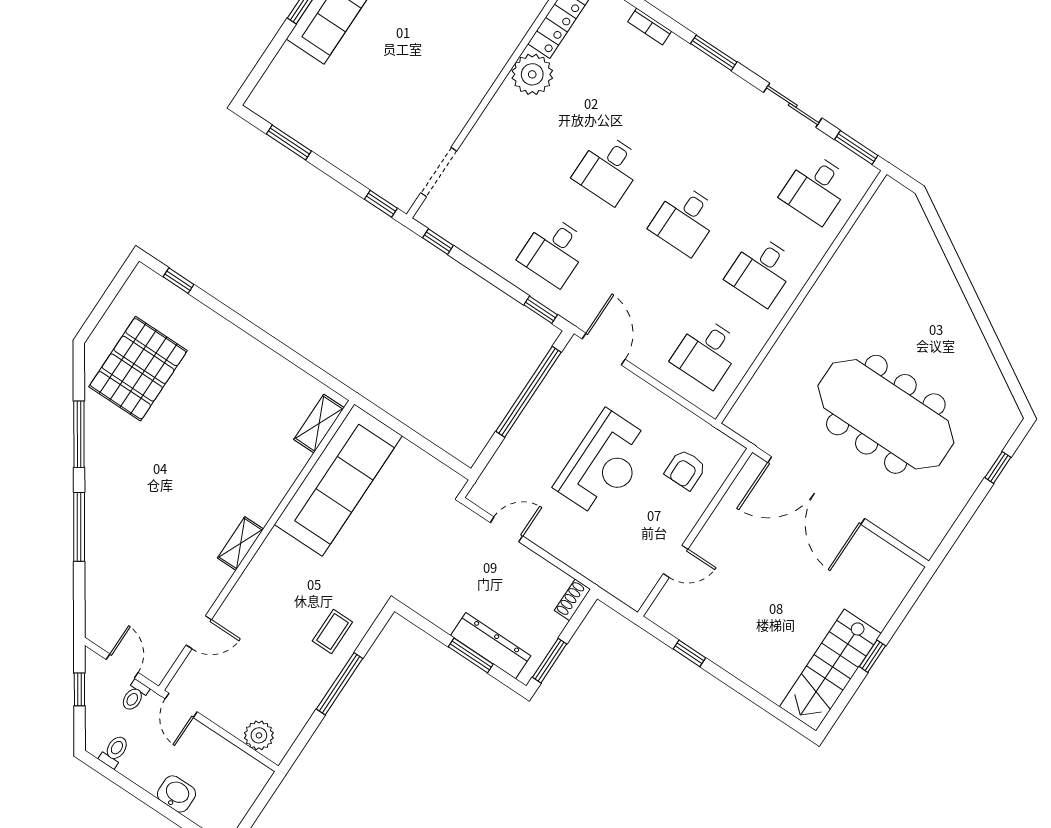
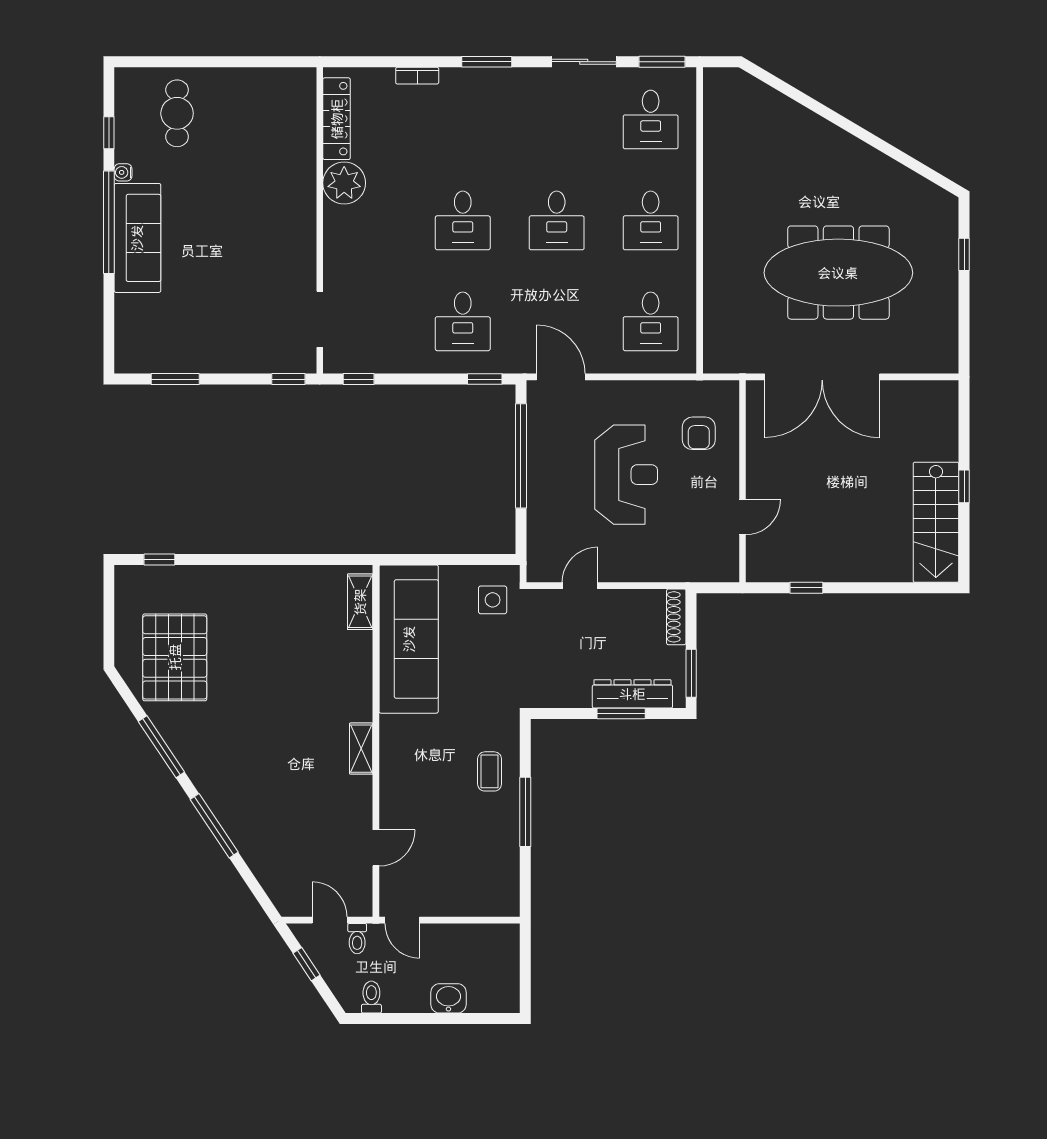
side table: (428, 494) -> (493, 600), added
shoe rack: (572, 600) -> (676, 617), width x1.43
plant: (259, 735) -> (486, 902), removed

